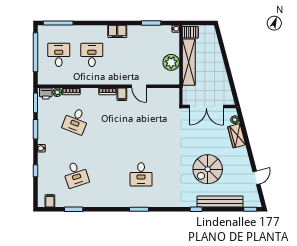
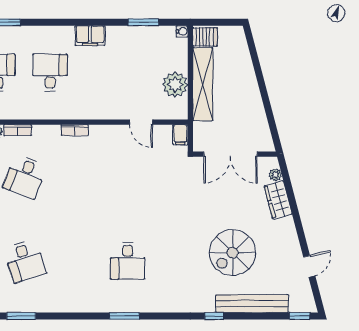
door: (139, 86) -> (141, 122), moved
filing cabinet: (122, 94) -> (180, 135), moved

